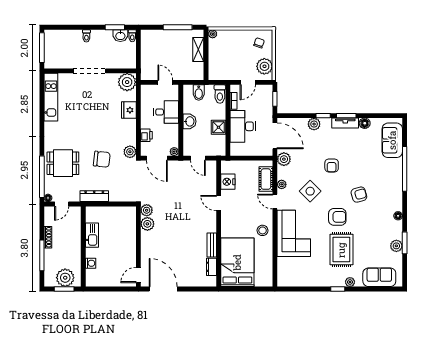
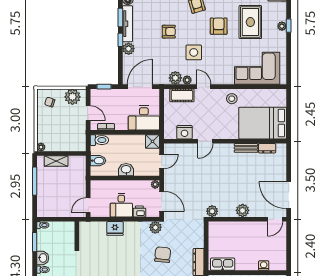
washbasin: (120, 36) -> (43, 258), moved
plant: (127, 82) -> (88, 230), removed
door: (165, 82) -> (88, 205), moved
desk: (166, 112) -> (121, 205), moved, turned 180
tv unit: (345, 123) -> (128, 24), width x1.41
desk: (243, 126) -> (144, 118), moved
shower: (218, 127) -> (153, 141), moved
door: (157, 158) -> (162, 201), hinge flipped
plant: (284, 159) -> (175, 78), moved
side table: (310, 191) -> (194, 52), turned 45
door: (275, 202) -> (204, 87), swing flipped
plant: (147, 224) -> (243, 210), moved
corner sofa: (294, 233) -> (257, 68), moved
kitchen sink: (92, 235) -> (223, 264), moved
rug: (341, 250) -> (250, 22), turned 90
door: (138, 275) -> (275, 219), hinge flipped
plant: (350, 282) -> (282, 26), moved
door: (163, 289) -> (289, 195), hinge flipped

